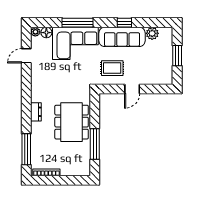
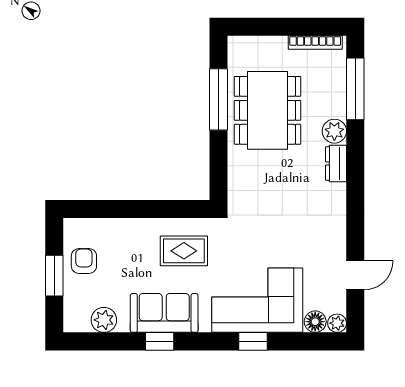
window: (77, 23) -> (253, 341), width x0.46
sofa: (122, 37) -> (164, 313), width x0.73
armchair: (162, 63) -> (84, 261), added
door: (132, 89) -> (144, 209), removed
dining table: (72, 122) -> (267, 110), moved
plant: (37, 128) -> (334, 131), added

